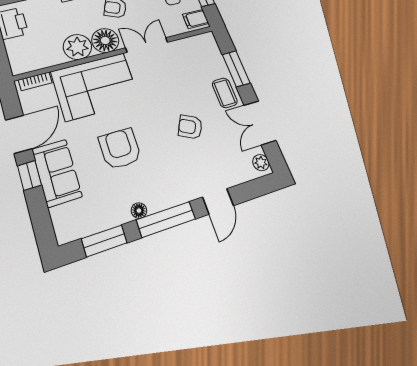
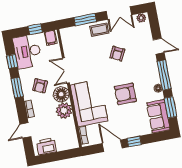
sofa: (57, 173) -> (158, 116), moved, turned -90

